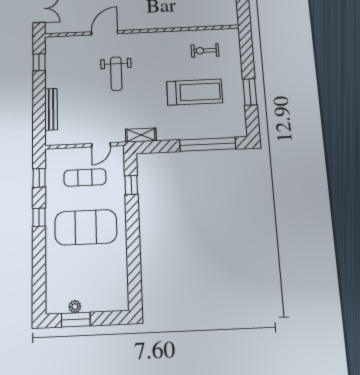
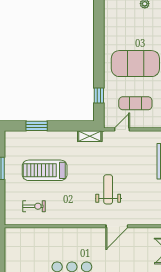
window: (208, 144) -> (37, 126), width x0.47

